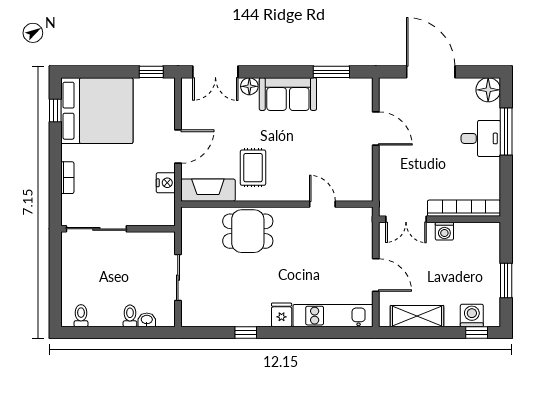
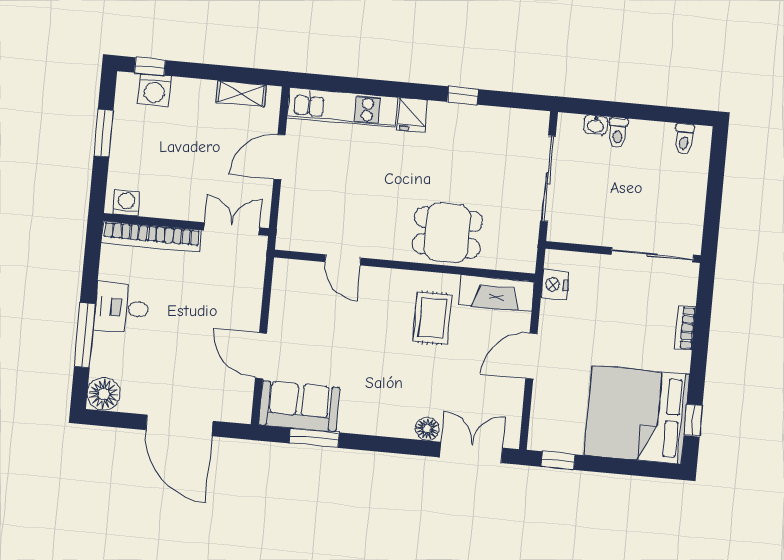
sofa: (288, 94) -> (299, 406), moved
desk: (481, 138) -> (122, 308), moved
nightstand: (166, 183) -> (555, 285), moved
washing machine: (444, 231) -> (126, 203), moved
door: (376, 275) -> (279, 157), hinge flipped
sliding door: (178, 278) -> (548, 178), width x1.37
shelving: (417, 316) -> (241, 94), width x0.67, depth x0.75

